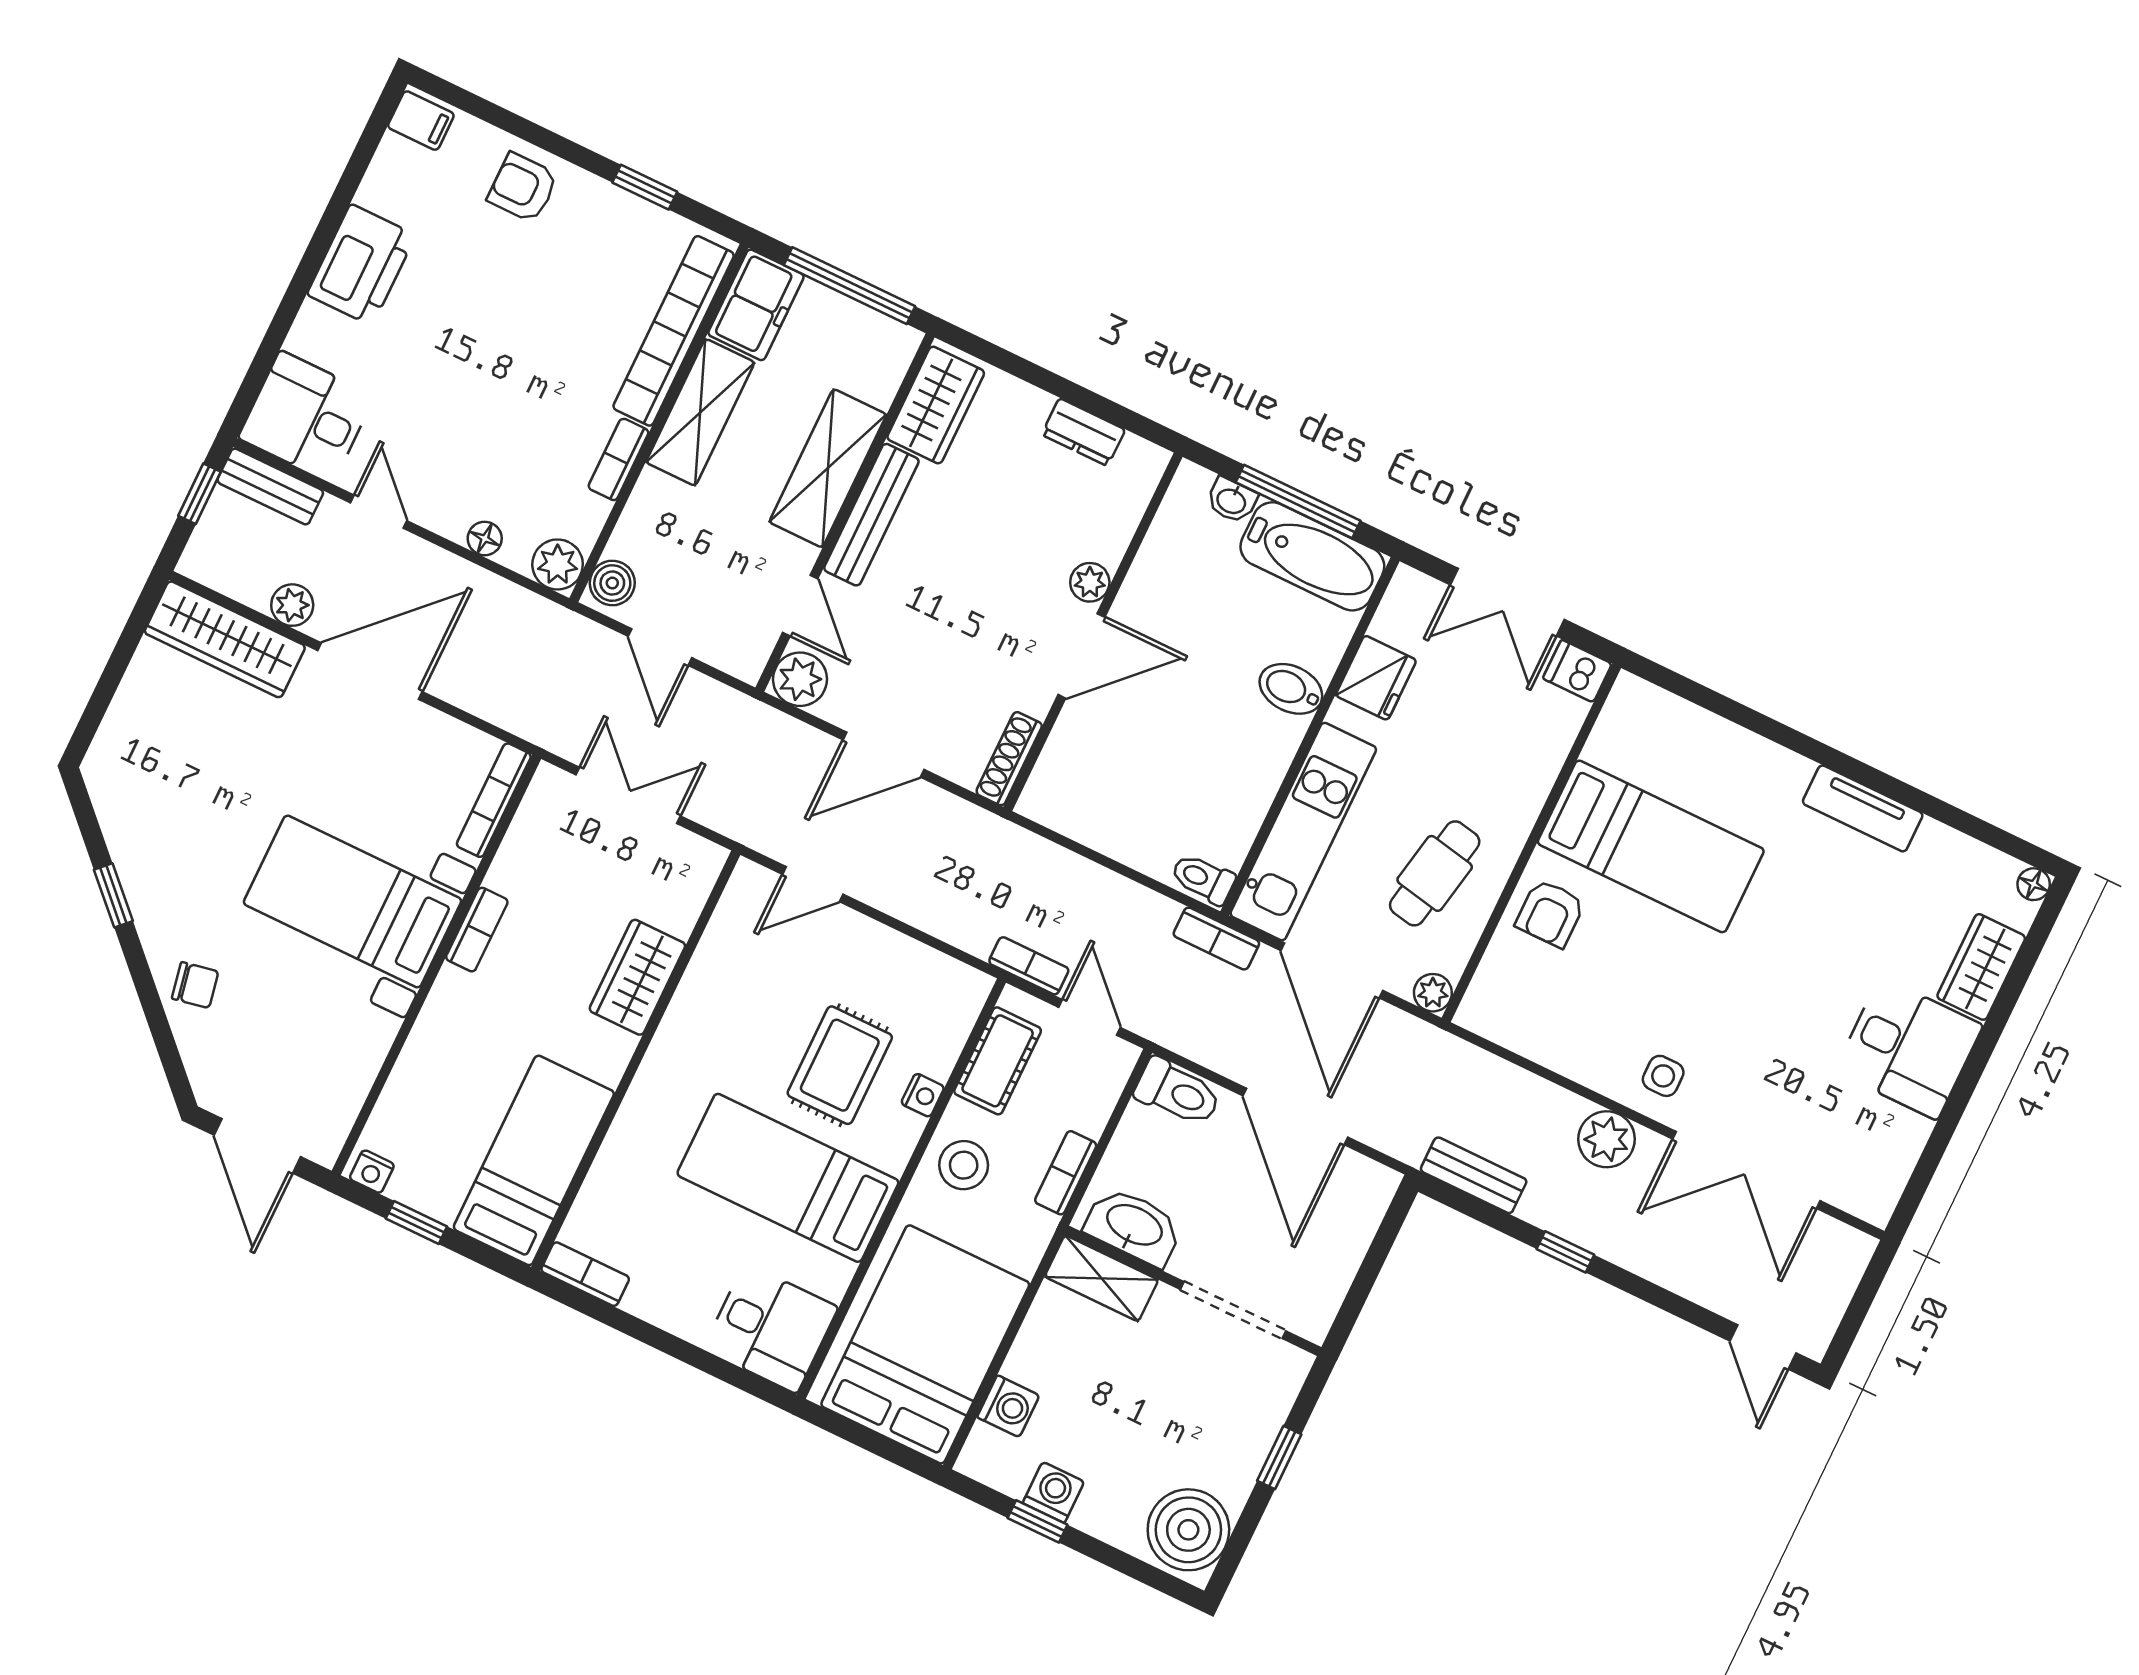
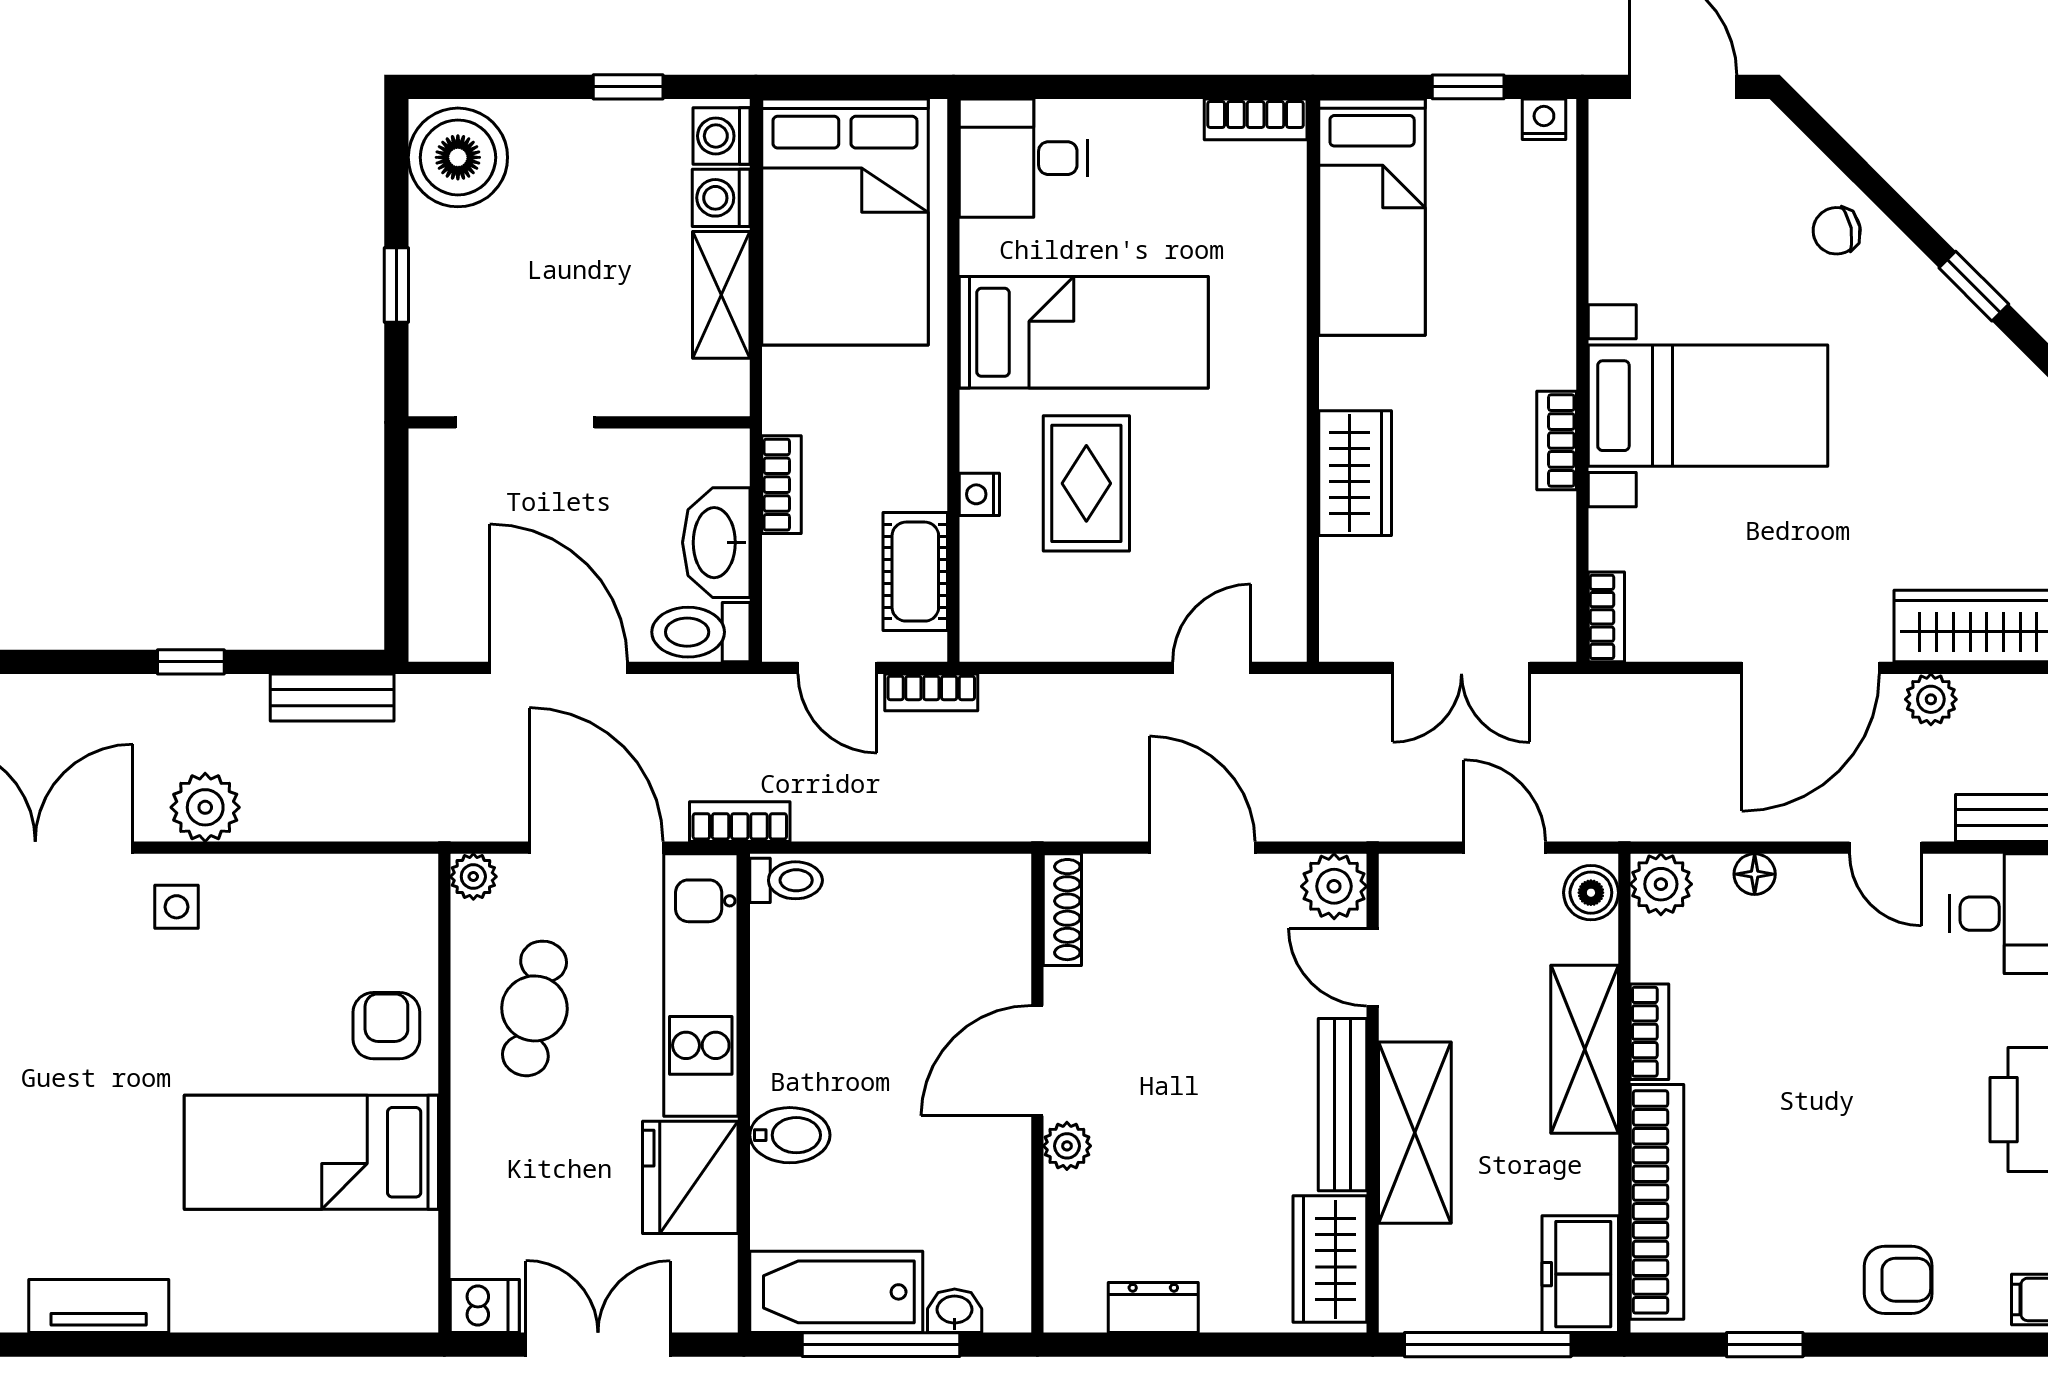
shelving: (700, 412) -> (1585, 1049), moved
fridge: (1376, 678) -> (690, 1177), width x1.36, depth x1.34
door: (884, 755) -> (1202, 848), hinge flipped
bookcase: (494, 800) -> (1606, 617), width x0.64
stool: (964, 1165) -> (898, 439), removed
washbasin: (1134, 1226) -> (716, 543), moved, turned 90
shelving: (1102, 1278) -> (721, 295), moved, turned 90
washing machine: (1053, 1492) -> (721, 136), moved, turned 90

